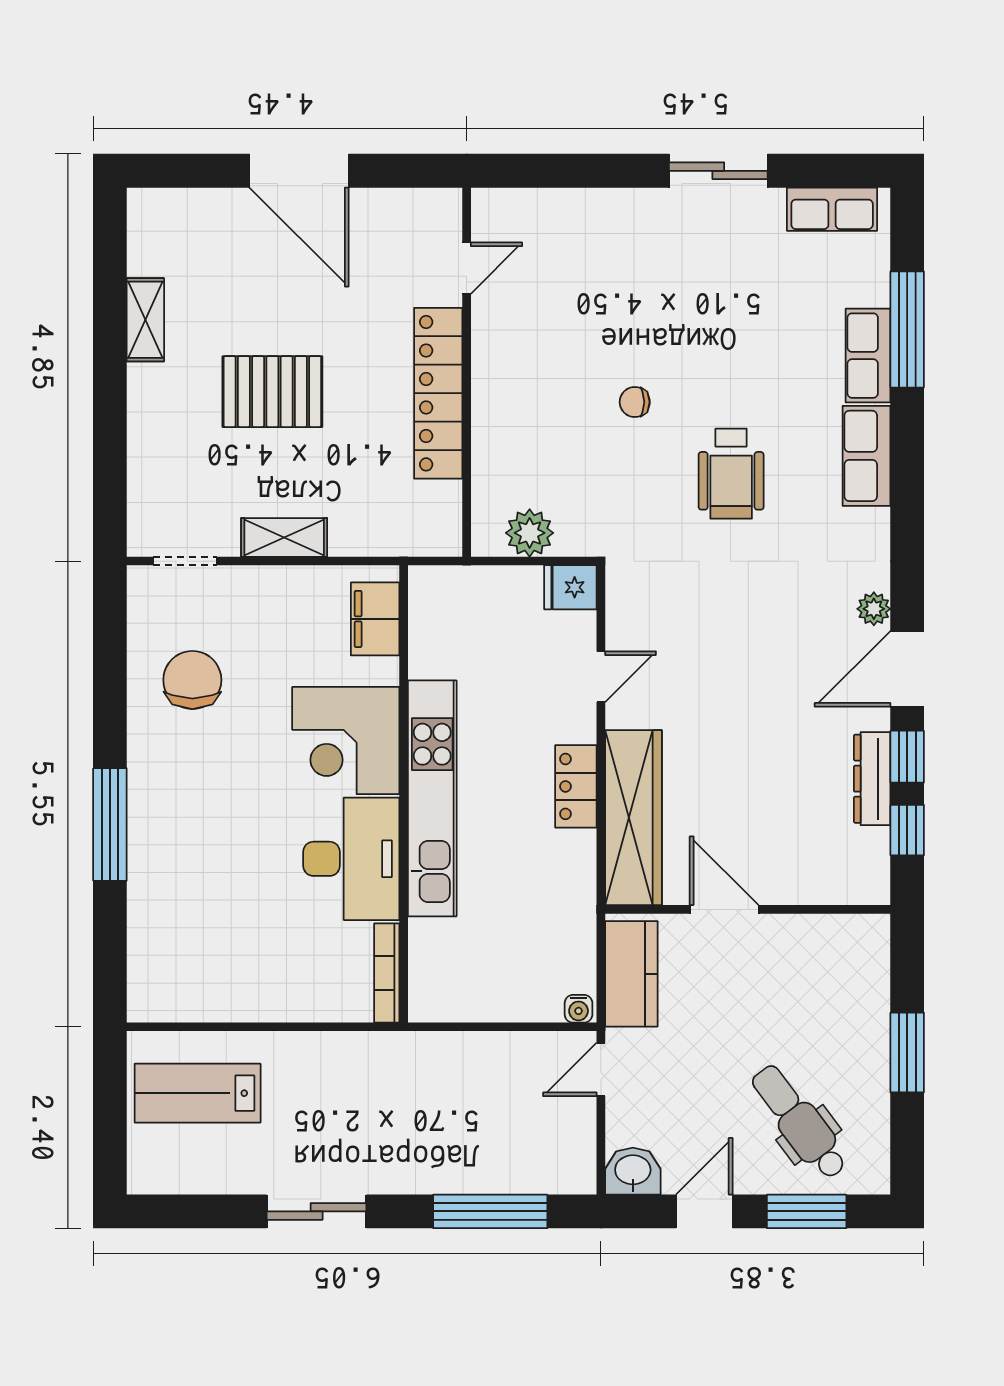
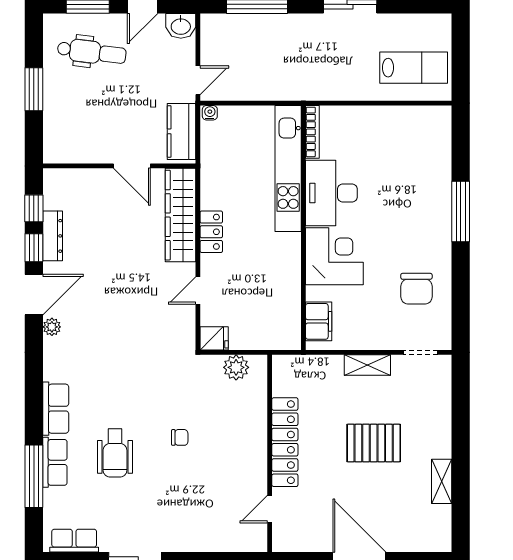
wheelchair: (731, 474) -> (115, 453), moved, turned 180
kitchen unit: (432, 798) -> (288, 168), moved
dental chair: (799, 1122) -> (92, 52), turned -46

